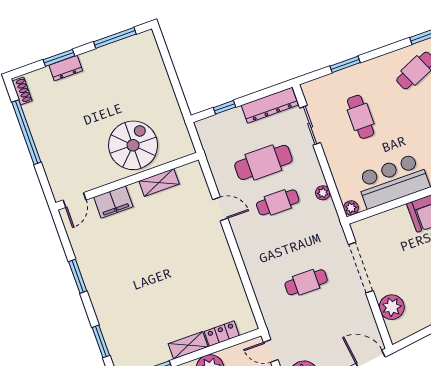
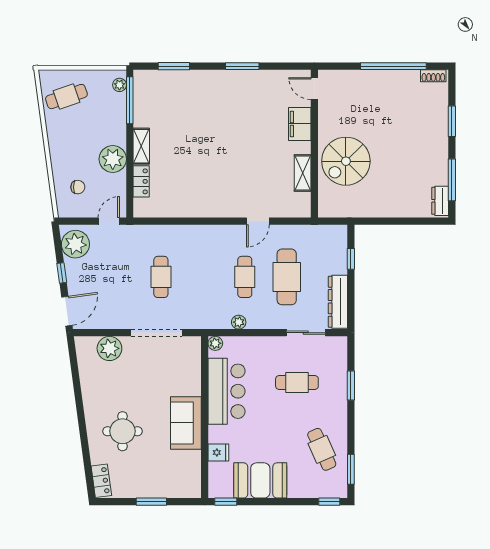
dresser: (66, 68) -> (440, 201), moved
spiral stairs: (133, 145) -> (346, 161), turned 90

